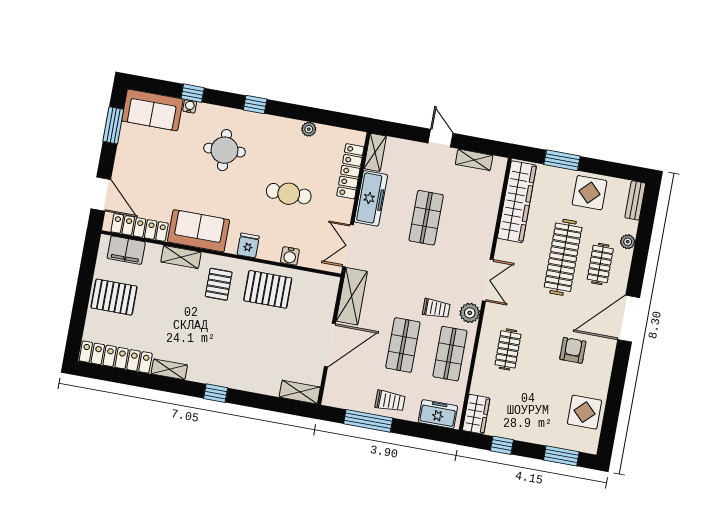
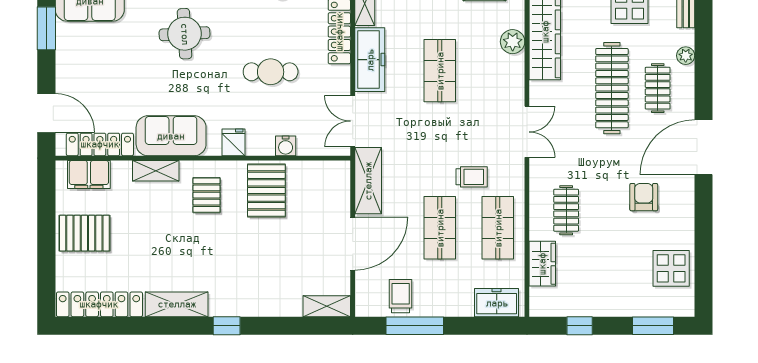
pallet: (268, 289) -> (266, 190), turned 90
plant: (470, 313) -> (513, 42), moved
shelving: (169, 369) -> (177, 304), width x1.50, depth x1.33
trolley: (390, 401) -> (401, 296), moved, turned -90
wardrobe: (476, 414) -> (542, 264), moved

